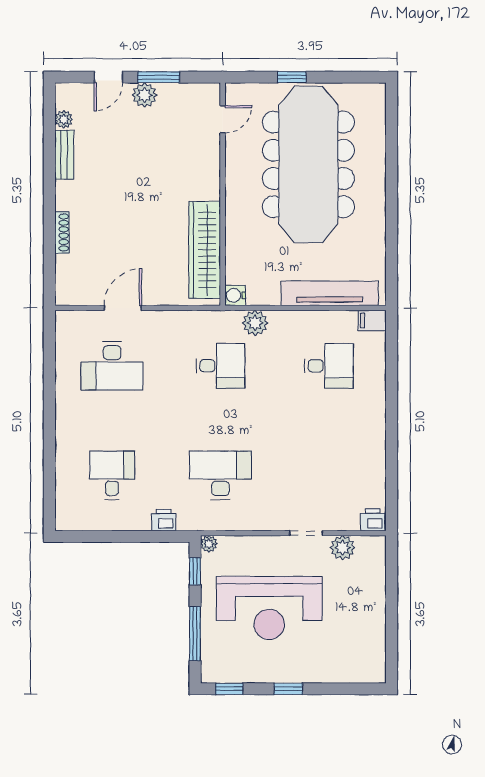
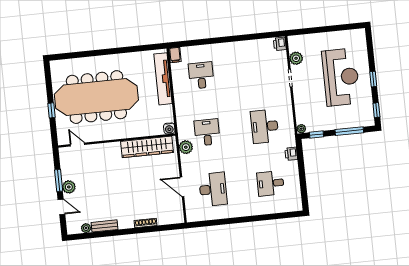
plant: (255, 323) -> (186, 147), moved
reception desk: (269, 608) -> (341, 77), moved

